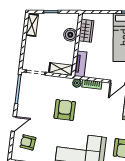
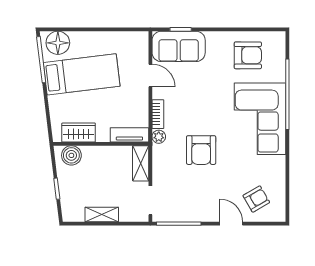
shelving: (32, 25) -> (102, 215), moved
boiler: (70, 35) -> (71, 155), moved
armchair: (65, 110) -> (201, 150), turned -90
armchair: (28, 142) -> (256, 199), turned -127

